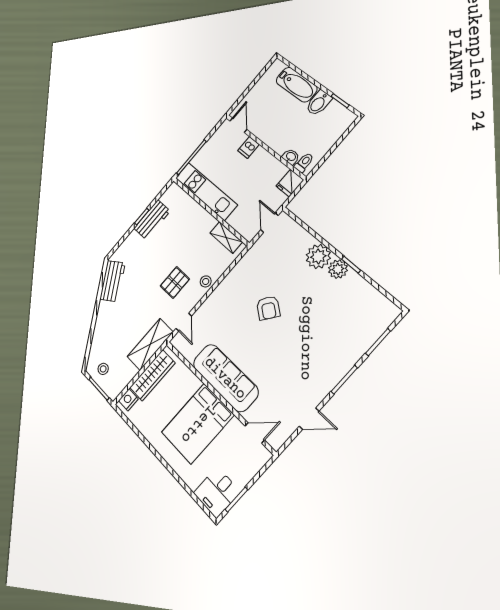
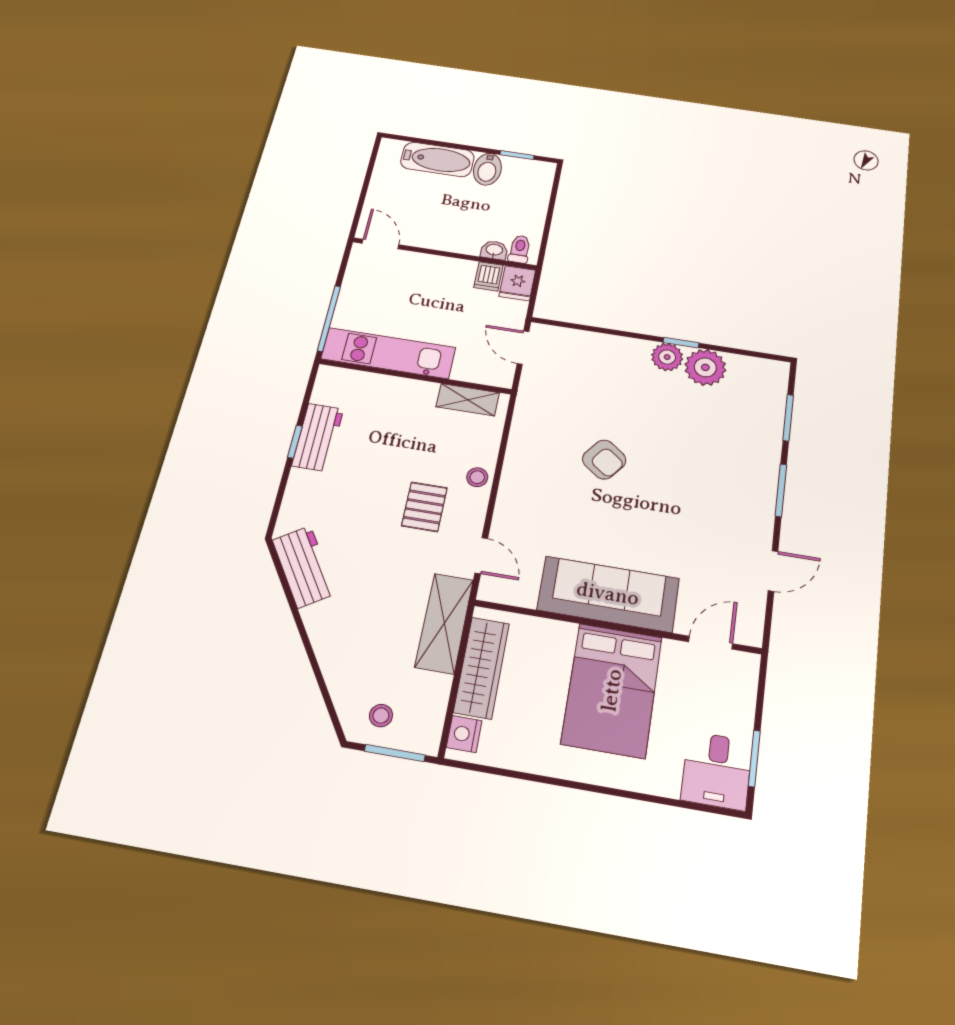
dishwasher: (249, 147) -> (488, 276), moved
plant: (318, 256) -> (705, 367), moved

